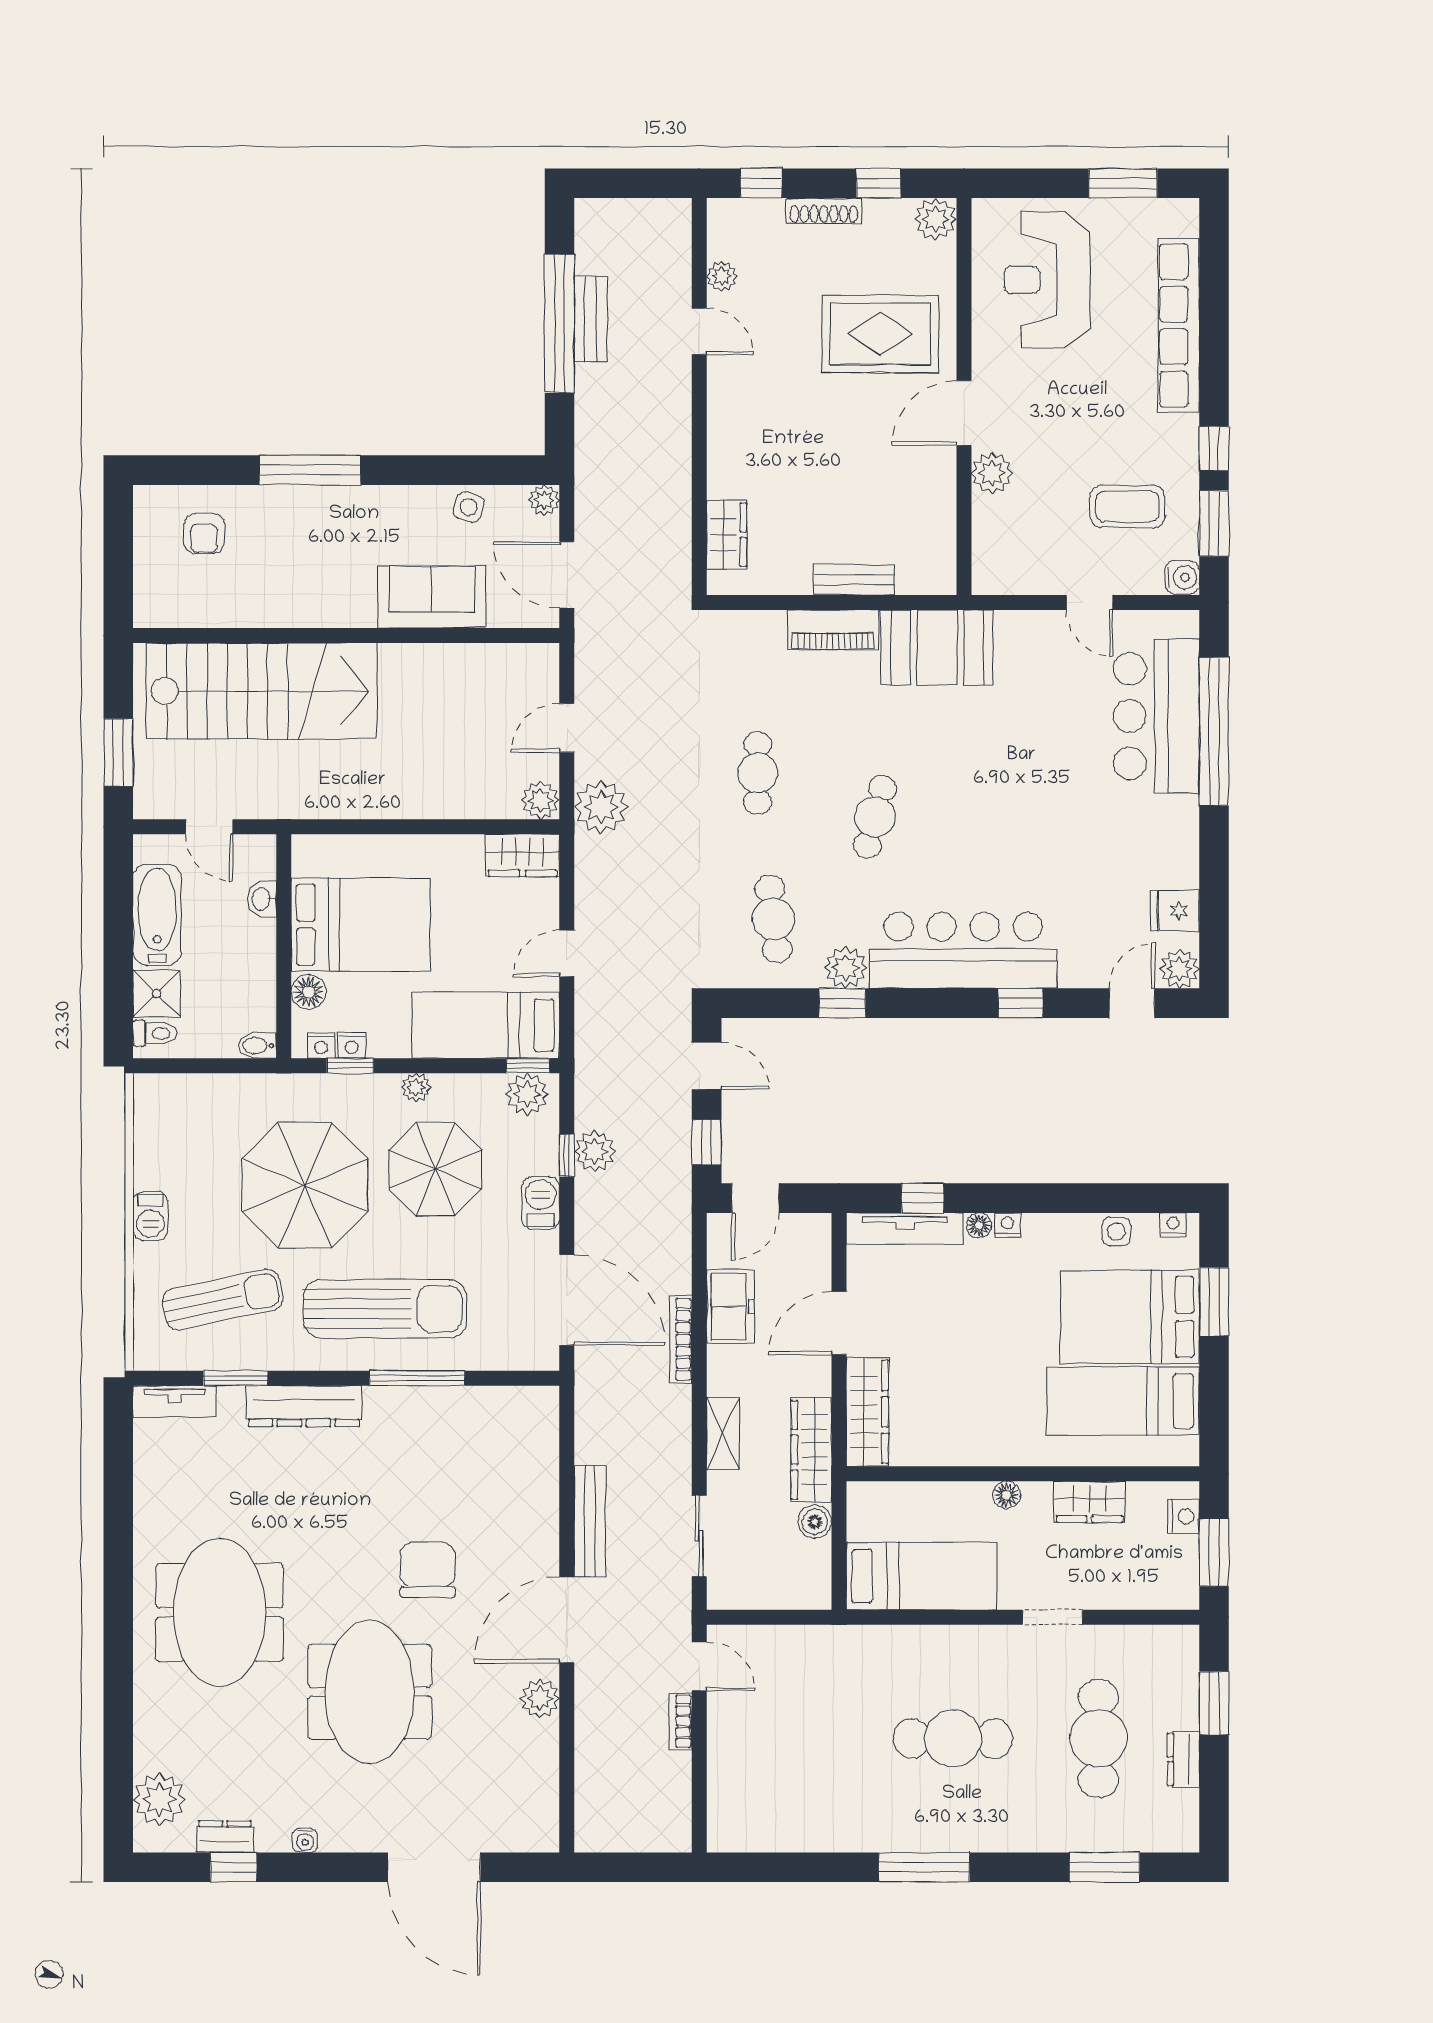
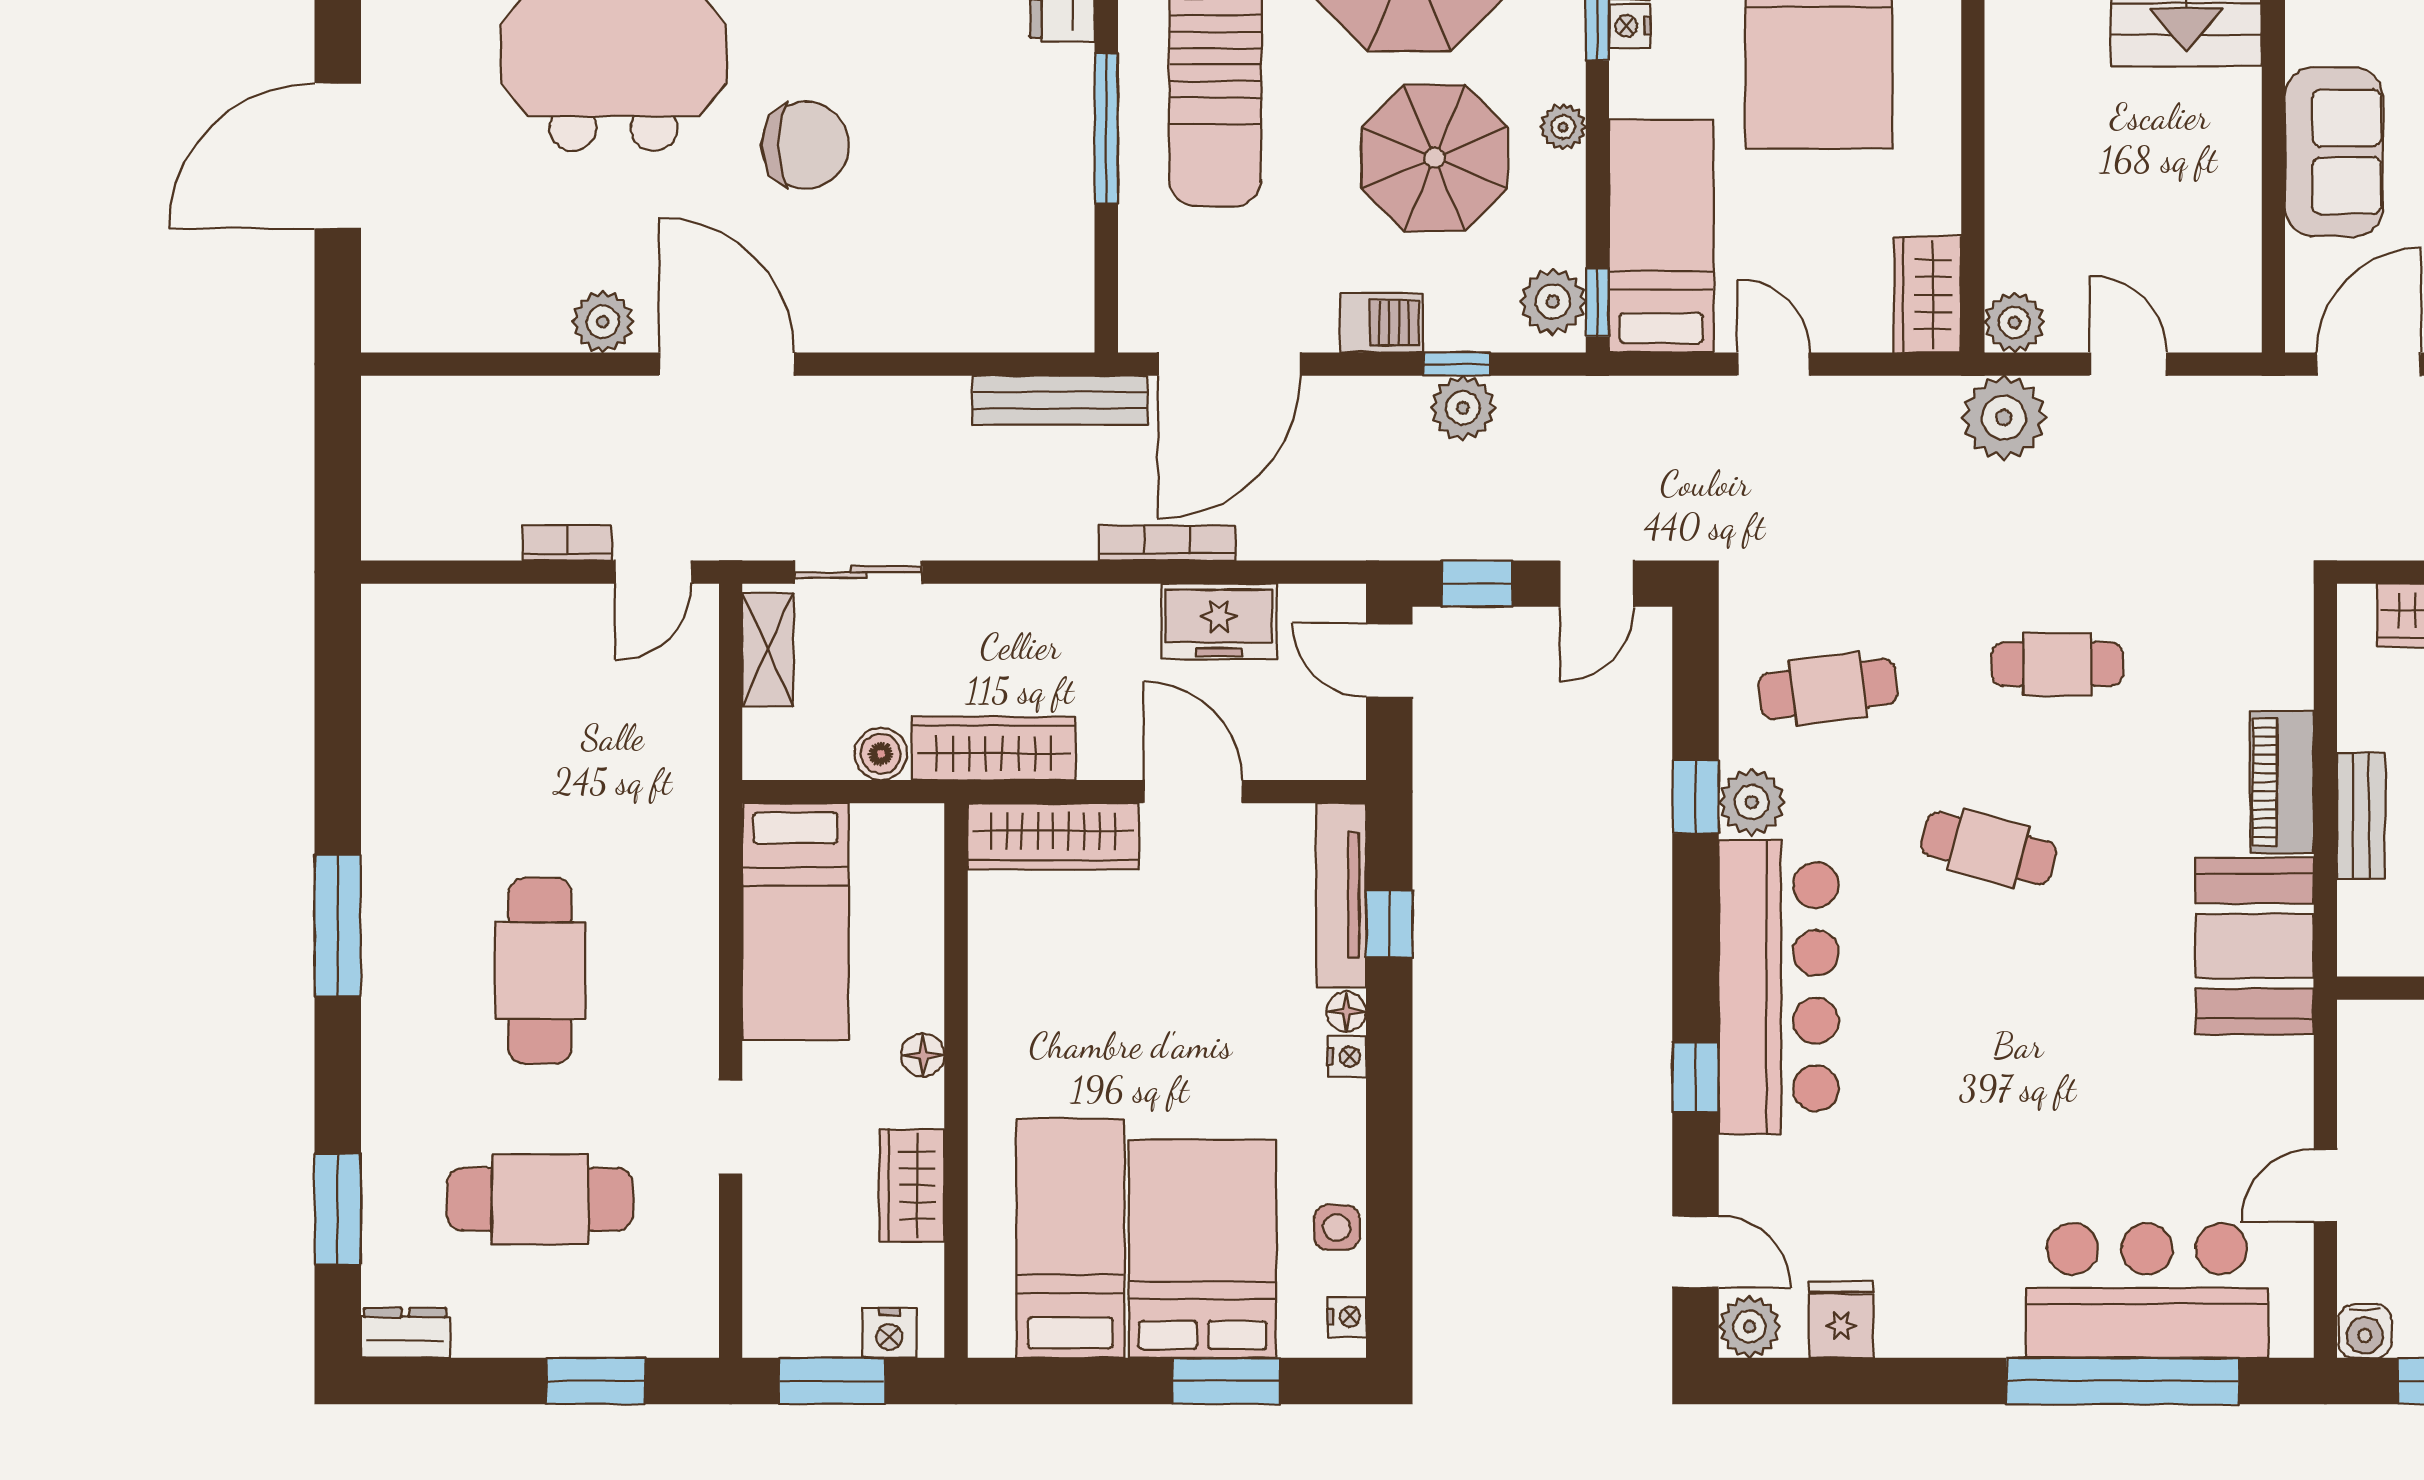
shelving: (723, 1433) -> (768, 650), moved, turned 90
bench: (590, 1521) -> (1060, 400), moved
dresser: (1183, 1759) -> (405, 1333), moved

